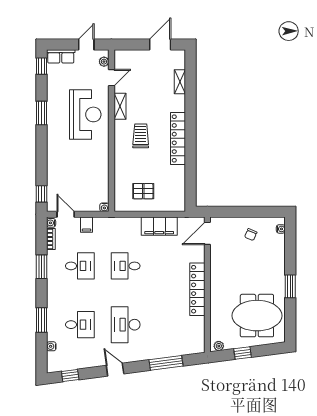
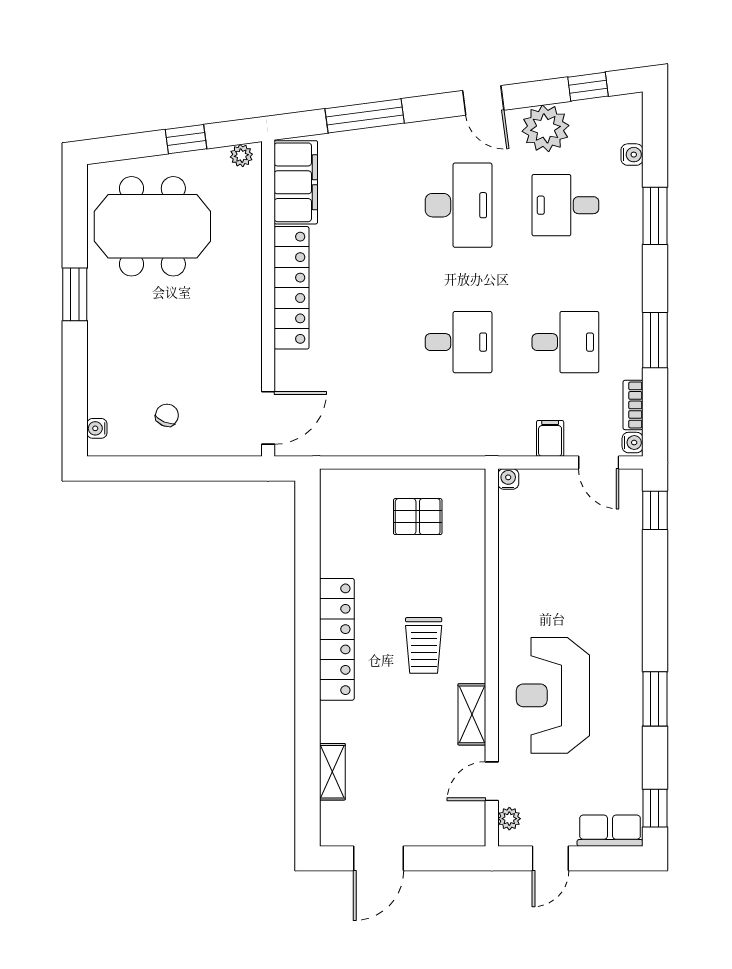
filing cabinet: (159, 226) -> (296, 182), moved, turned 90
desk: (80, 266) -> (565, 342), turned 180
plant: (88, 358) -> (546, 128), added

